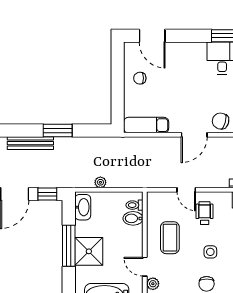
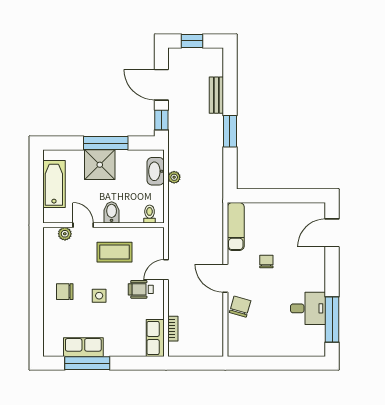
chair: (140, 78) -> (266, 261), moved
bench: (30, 143) -> (216, 95), width x0.73
washbasin: (83, 207) -> (156, 171), moved, turned 90
wheelchair: (205, 213) -> (141, 289), turned 180
bidet: (133, 218) -> (112, 212), moved
door: (145, 267) -> (83, 225), hinge flipped

